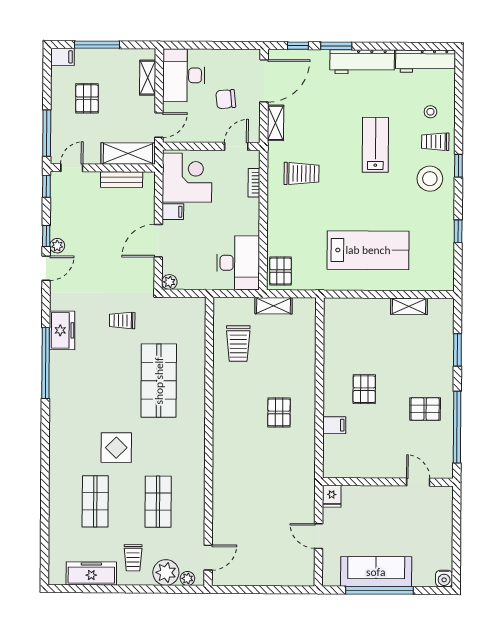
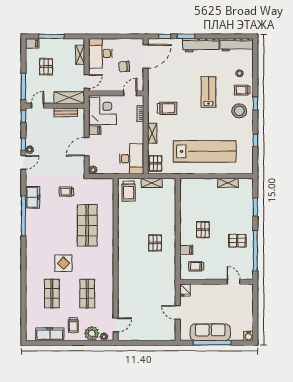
shelving: (275, 123) -> (152, 133), moved
lab bench: (368, 250) -> (205, 151), width x1.36
trolley: (238, 344) -> (129, 191), moved
trolley: (352, 454) -> (196, 266), added

